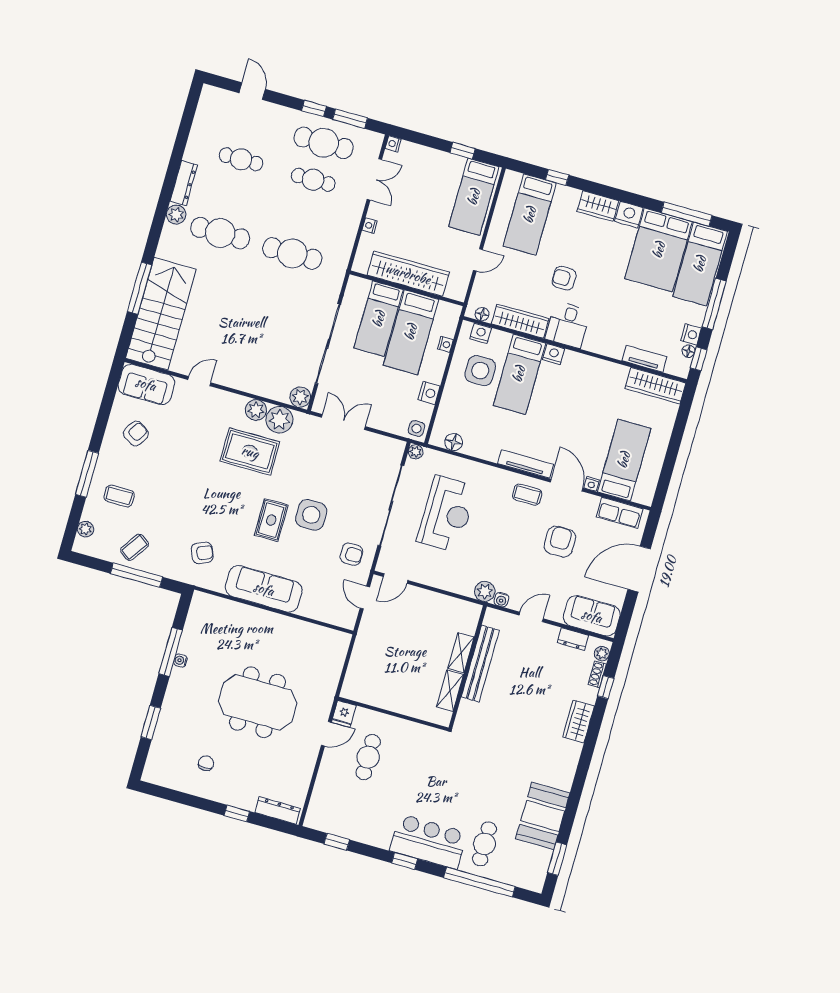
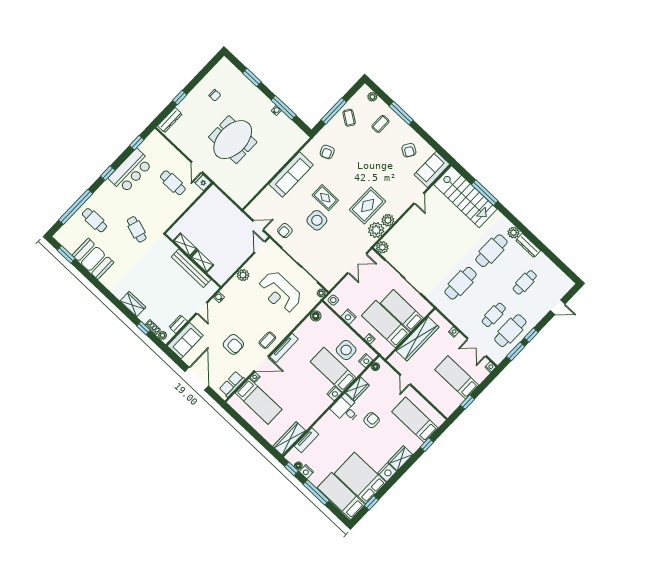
bed: (474, 197) -> (457, 377), moved
window: (687, 214) -> (371, 503), width x0.46
wardrobe: (520, 321) -> (357, 389), width x0.67
plant: (485, 591) -> (243, 275), moved
cafe table: (465, 774) -> (137, 229), added
bar counter: (428, 842) -> (131, 171), moved

